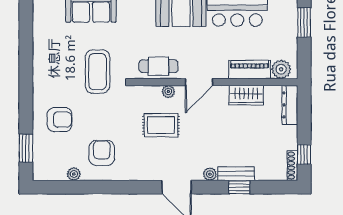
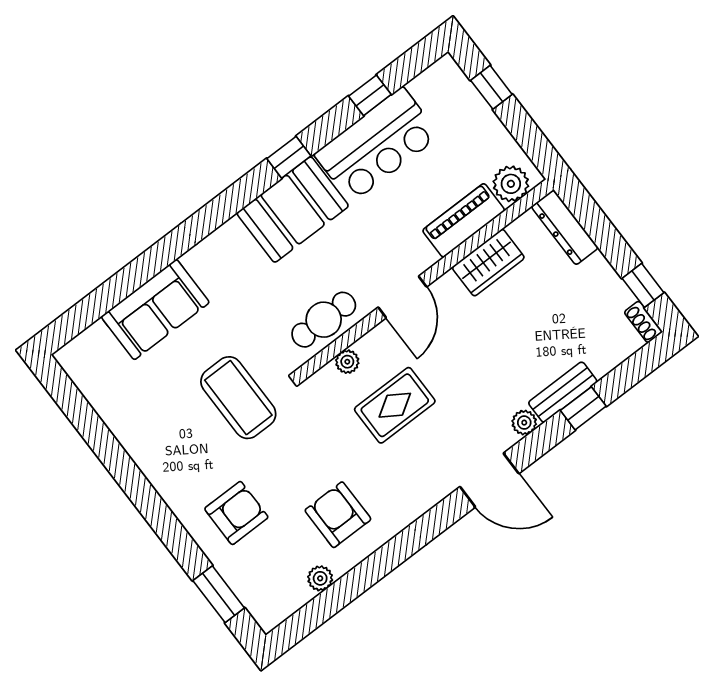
window: (304, 22) -> (491, 87), width x0.67
plant: (168, 92) -> (347, 362), moved
shoe rack: (292, 166) -> (643, 322), width x0.70

